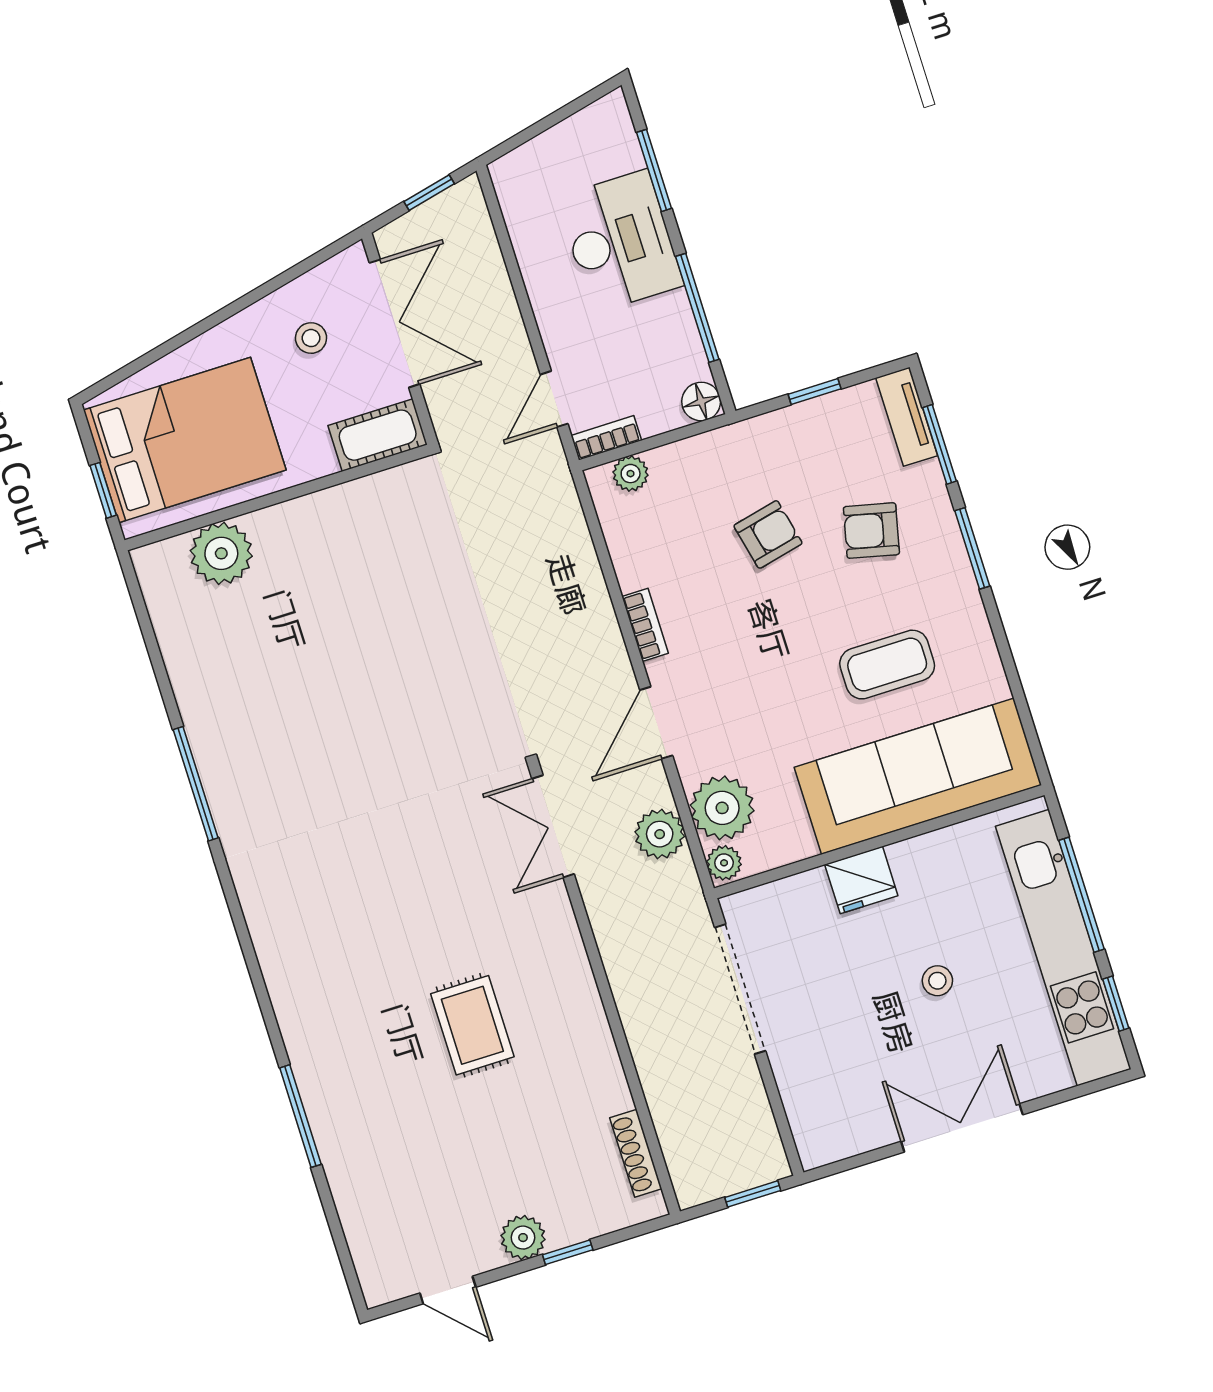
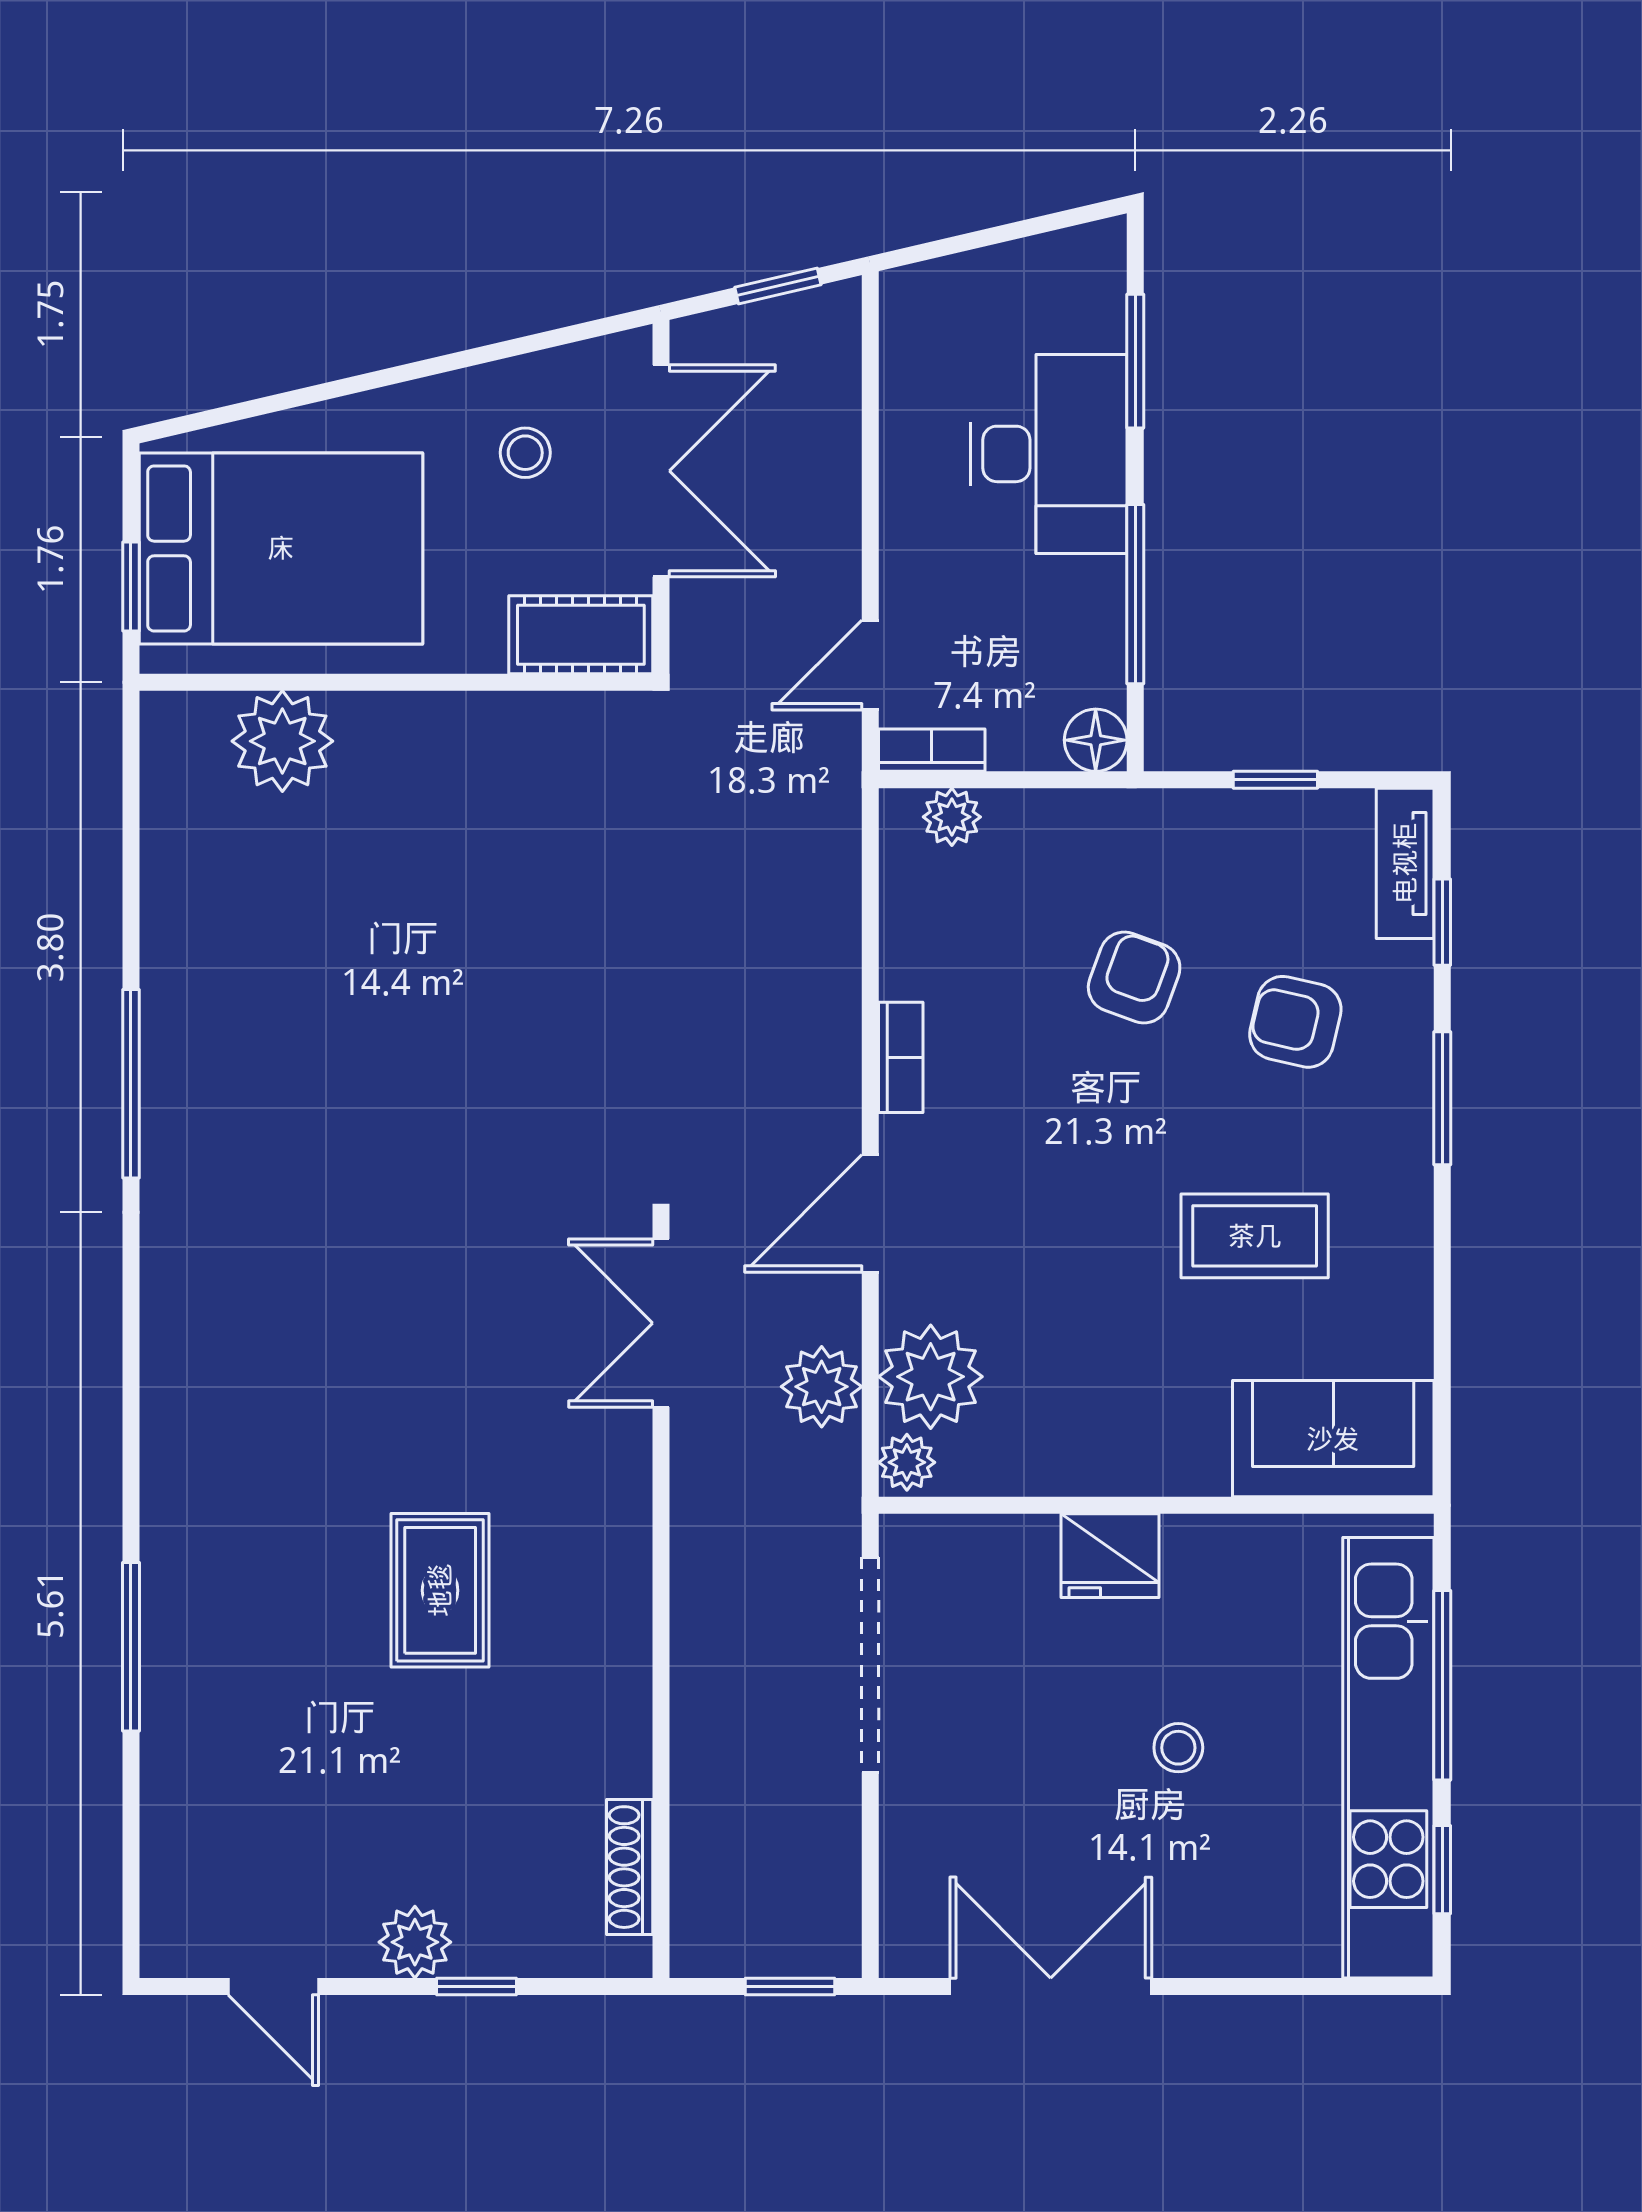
window: (940, 444) -> (1442, 922), width x0.67
armchair: (768, 534) -> (1134, 978), turned -57
sofa: (918, 776) -> (1333, 1439), width x0.54, depth x0.79
double door: (962, 1128) -> (1051, 1986), moved

